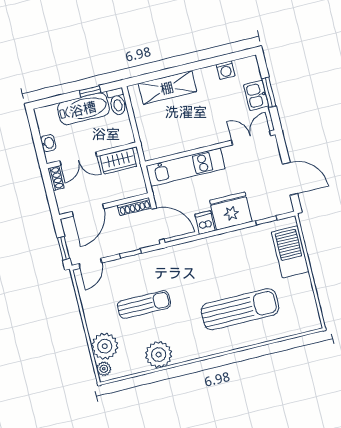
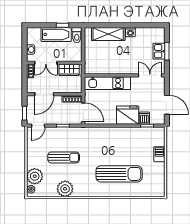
washing machine: (226, 70) -> (130, 32), moved
dishwasher: (205, 222) -> (144, 118), moved
barbecue: (290, 252) -> (159, 154), width x0.53, depth x0.65

